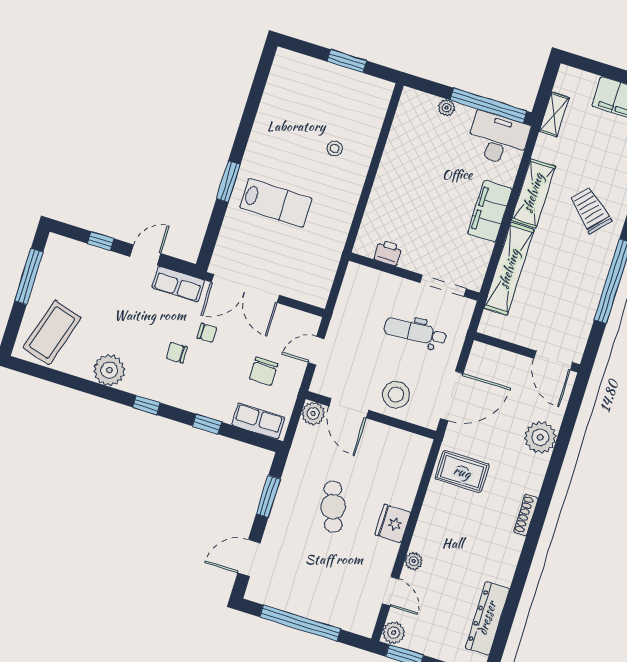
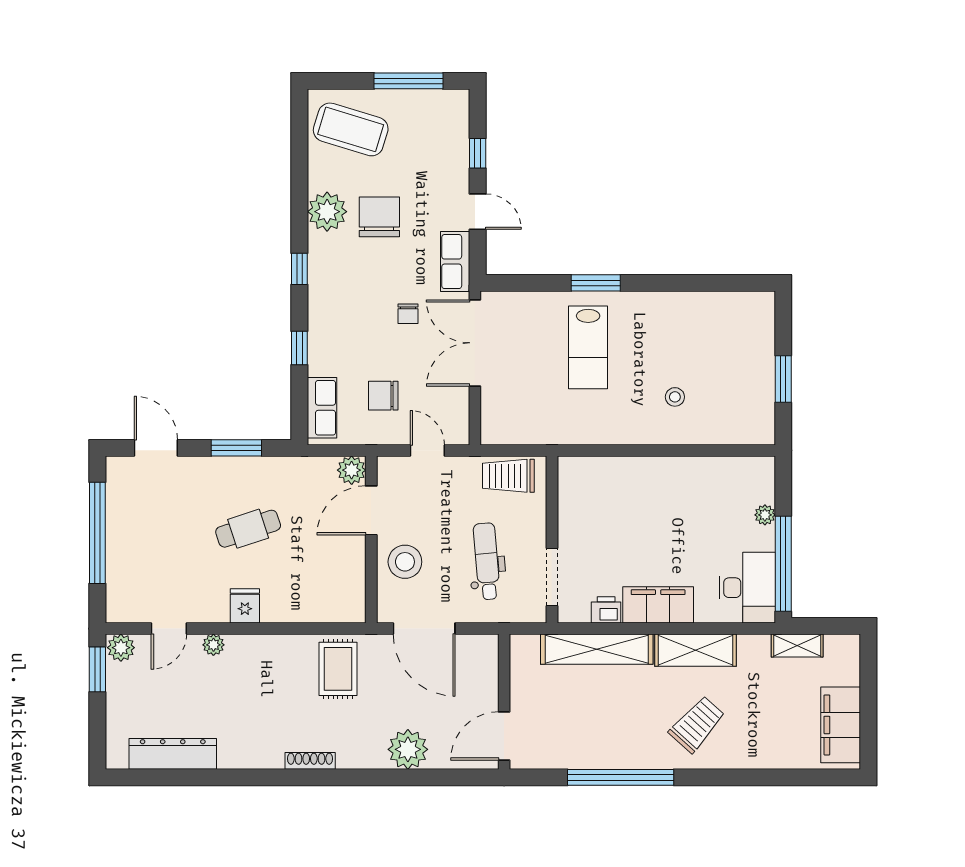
printer: (388, 253) -> (606, 610), moved, turned -90
trolley: (355, 295) -> (508, 476), added
chair: (177, 353) -> (379, 217), moved, width x1.87, depth x1.87
fridge: (393, 523) -> (245, 606), width x0.72

